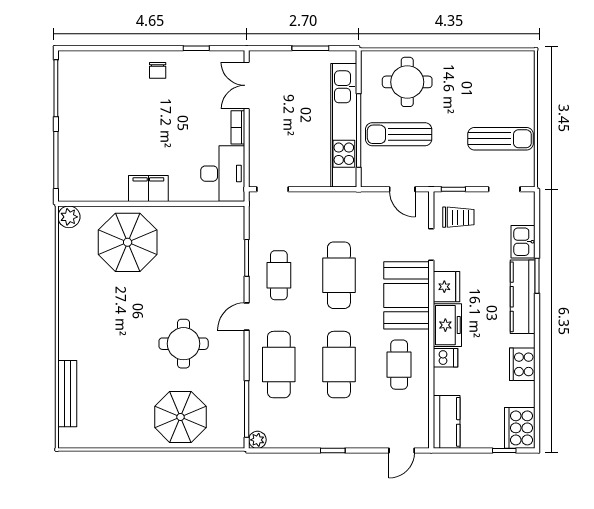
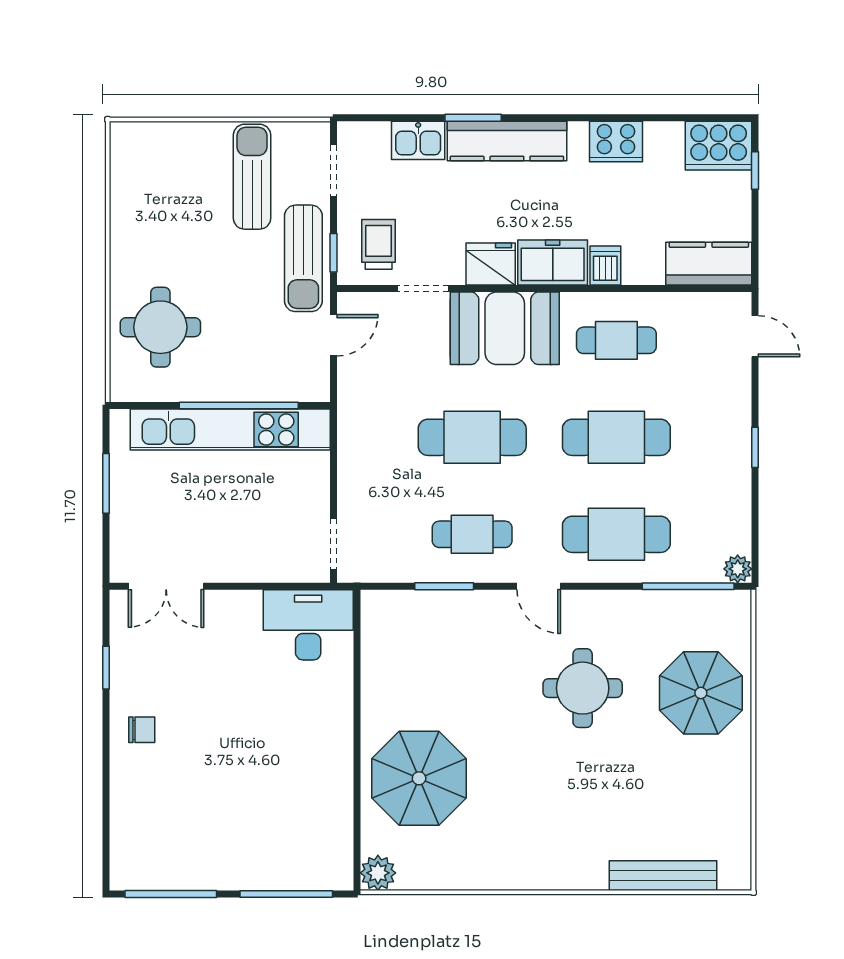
bookcase: (238, 127) -> (234, 600), removed
sun lounger: (399, 134) -> (303, 258), moved
filing cabinet: (148, 189) -> (332, 745), removed

